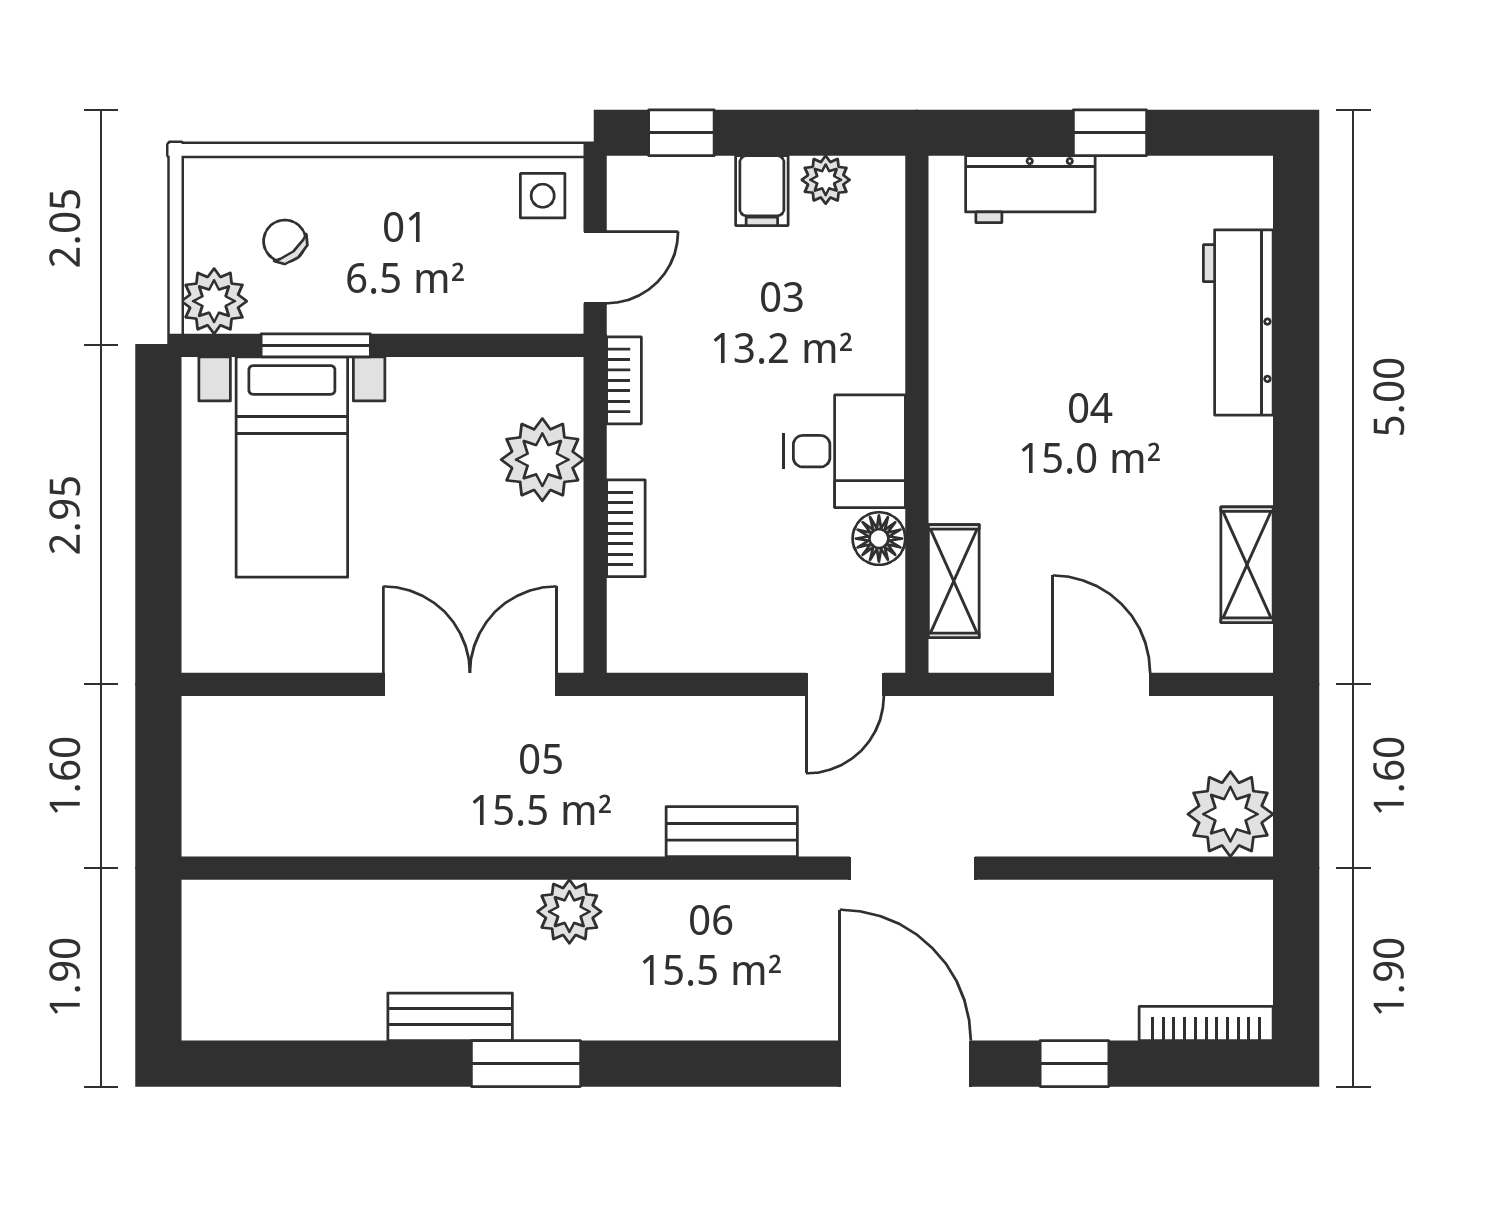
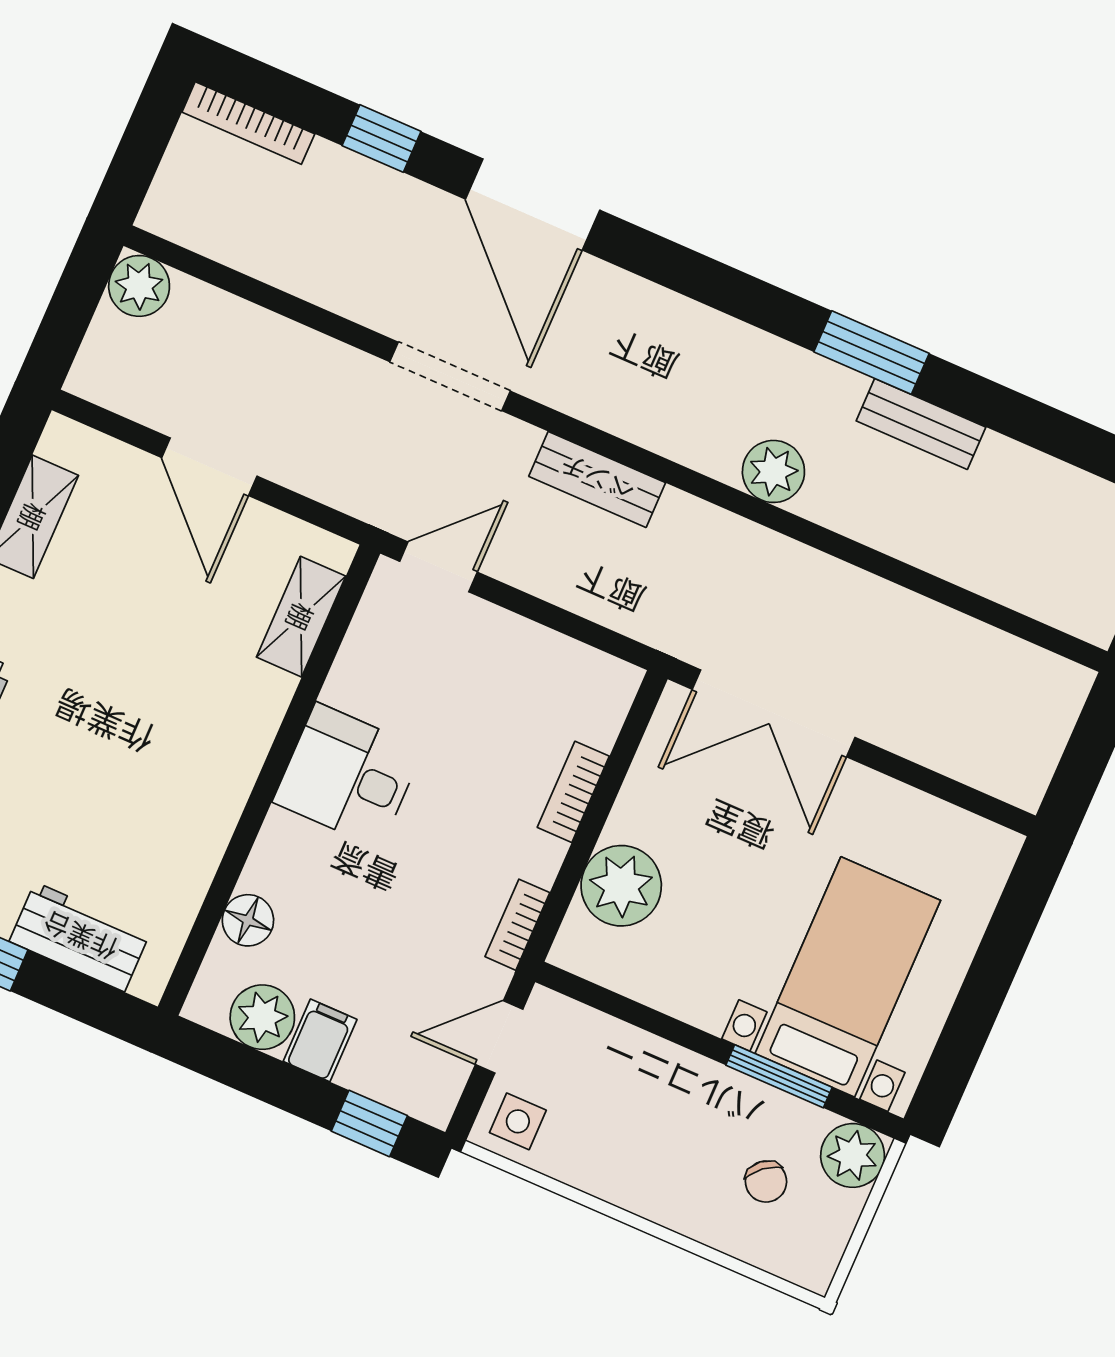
plant: (826, 180) -> (262, 1017), width x1.38, depth x1.38
floor lamp: (879, 539) -> (248, 920), moved
plant: (1230, 814) -> (139, 286), width x0.73, depth x0.73

